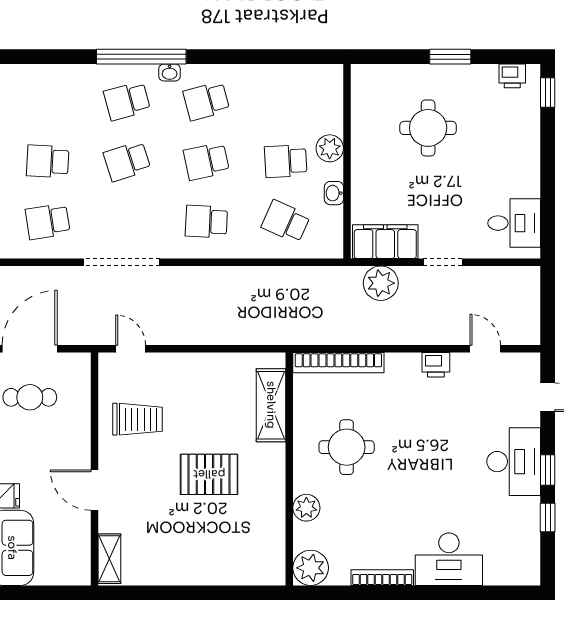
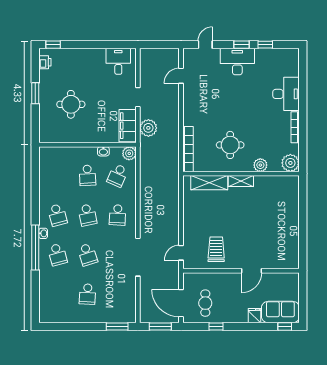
plant: (330, 148) -> (129, 153), moved
school desk: (48, 221) -> (118, 294), removed
printer: (436, 365) -> (189, 100), removed
pallet: (209, 474) -> (244, 214), removed
shelving: (109, 559) -> (241, 181), moved

